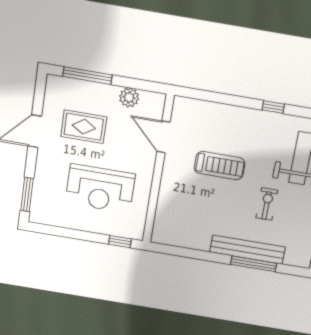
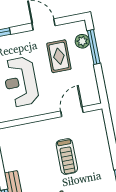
plant: (129, 97) -> (82, 41), moved

